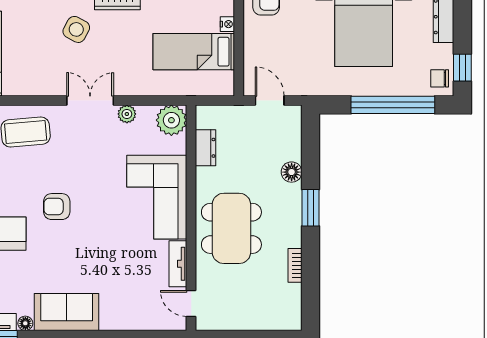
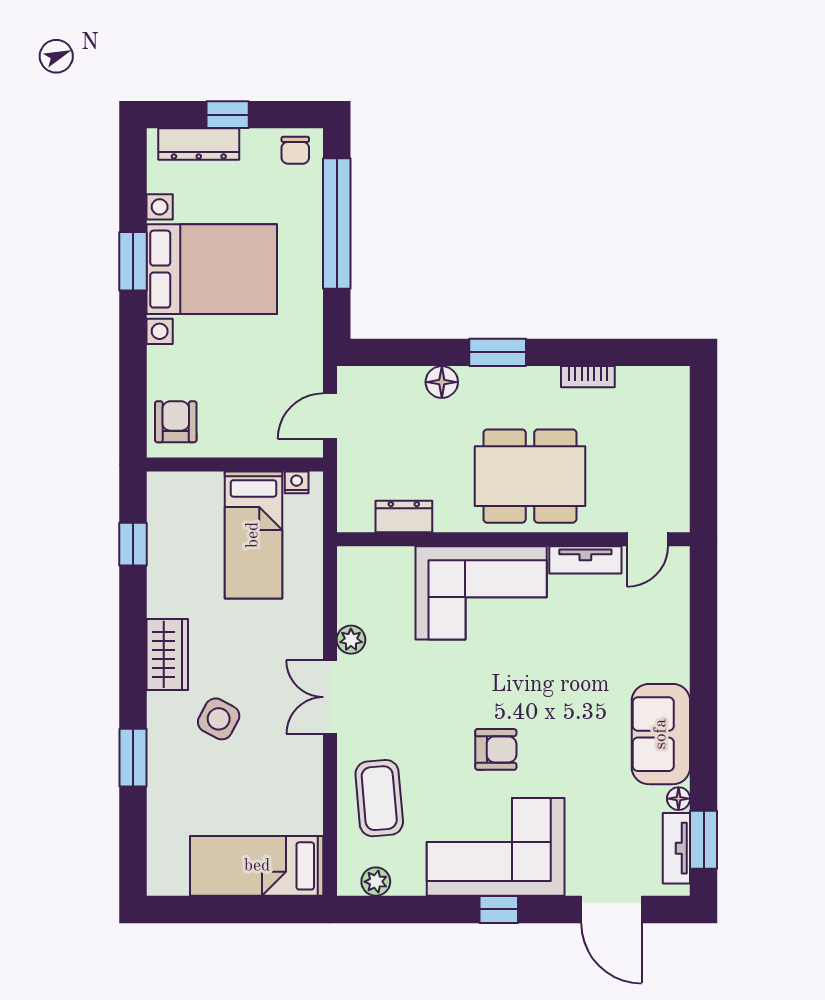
nightstand: (227, 24) -> (297, 482), moved
window: (462, 68) -> (228, 115), moved
plant: (171, 120) -> (361, 570), removed
armchair: (57, 207) -> (496, 749), turned -90

